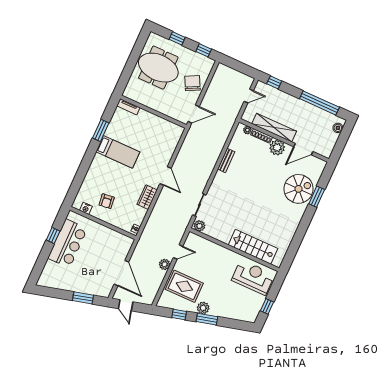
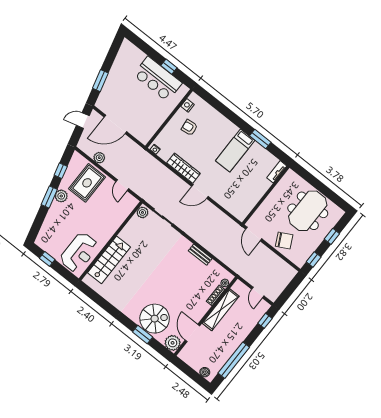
plant: (277, 148) -> (173, 343), moved
spiral stairs: (299, 189) -> (155, 319), turned -90
wardrobe: (147, 197) -> (184, 168), width x1.50
plant: (165, 264) -> (99, 158), moved

